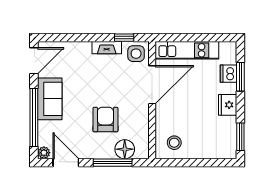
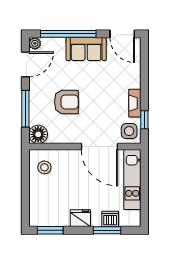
floor lamp: (125, 149) -> (38, 134), moved

